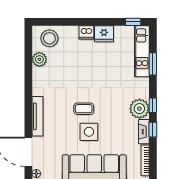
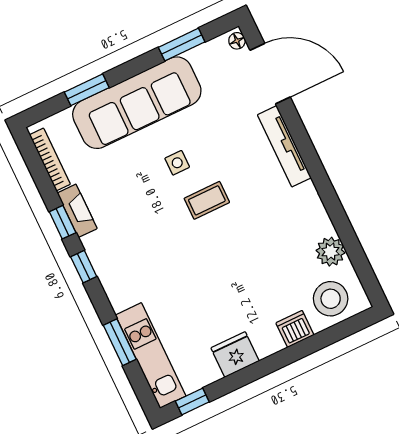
dishwasher: (86, 32) -> (295, 329), moved
plant: (139, 109) -> (106, 249), removed
side table: (89, 132) -> (177, 163), width x0.54, depth x0.54

